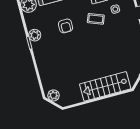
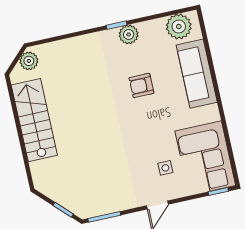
coffee table: (96, 19) -> (151, 135), removed
stairs: (105, 86) -> (34, 120), moved

